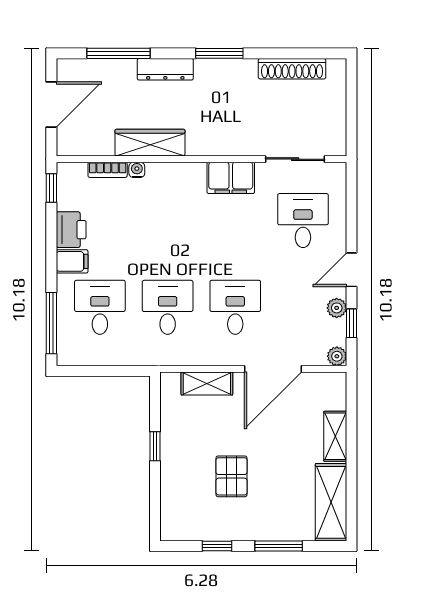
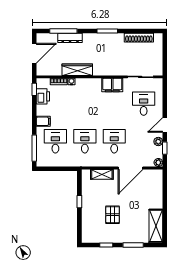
dresser: (165, 69) -> (70, 38), moved
printer: (71, 230) -> (43, 96), moved
shelving: (335, 436) -> (158, 197), removed

